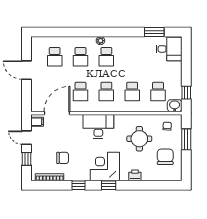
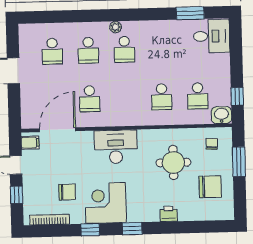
school desk: (106, 91) -> (126, 98), removed
chair: (165, 157) -> (210, 187), turned 90
corner desk: (105, 166) -> (106, 203), moved

